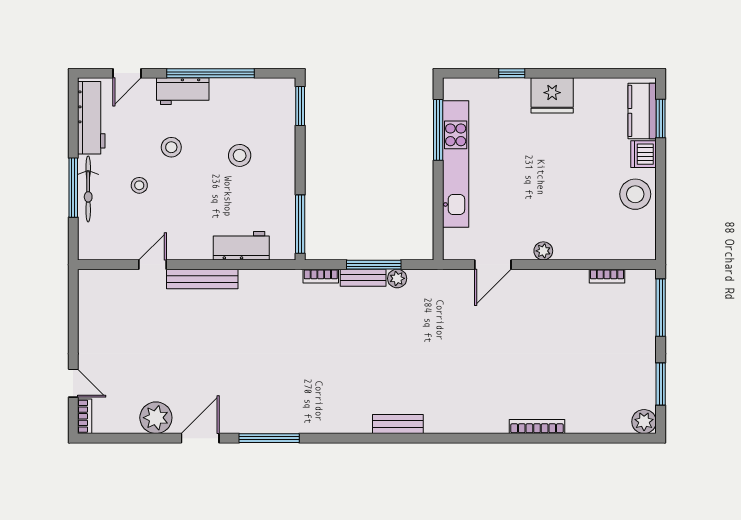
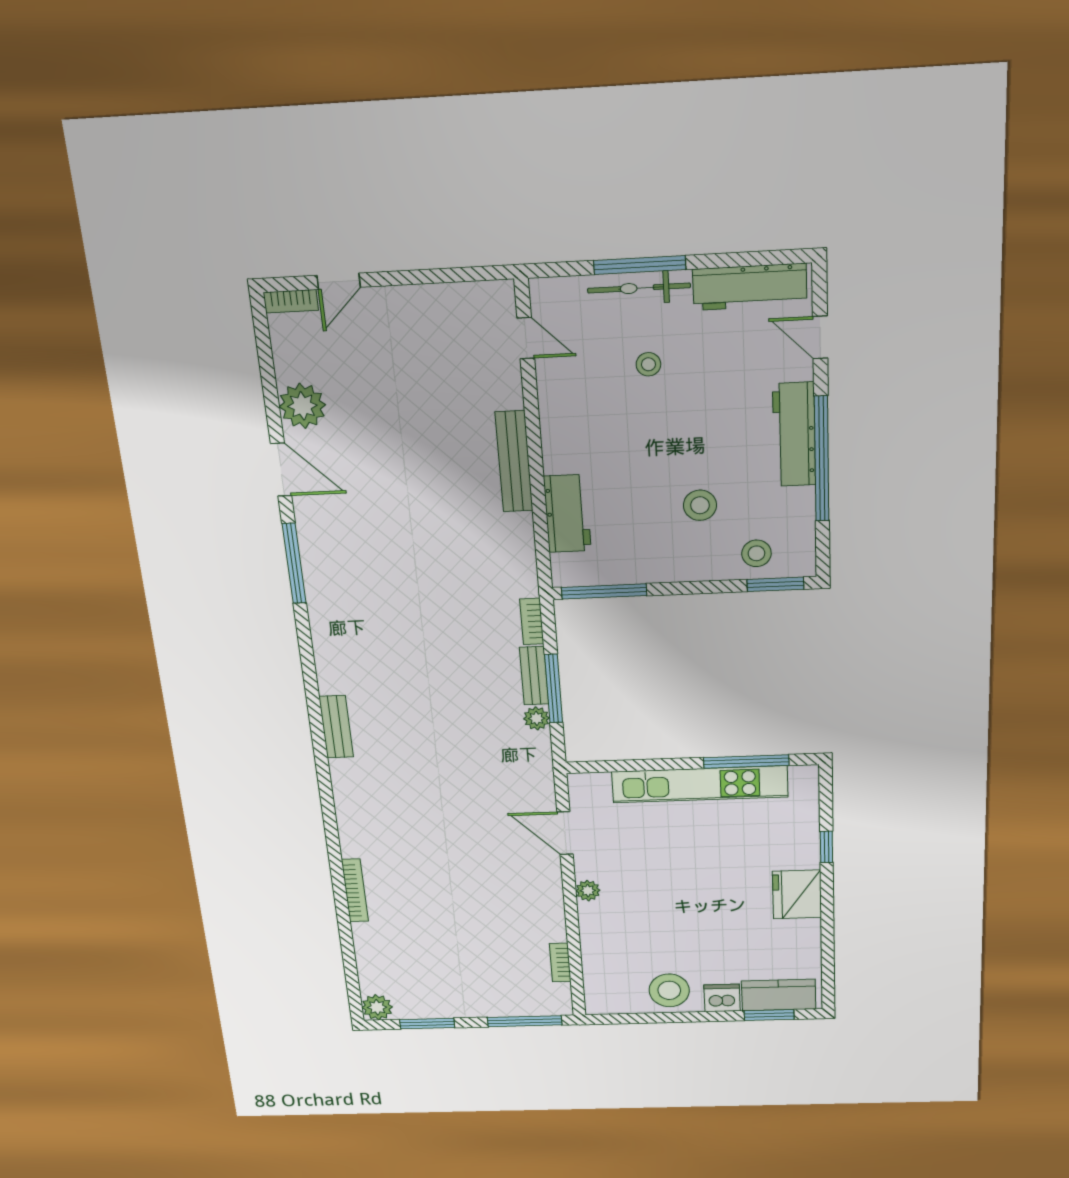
workbench: (183, 91) -> (794, 435), width x1.38
stool: (171, 147) -> (756, 553), moved
door: (153, 265) -> (526, 338), moved

